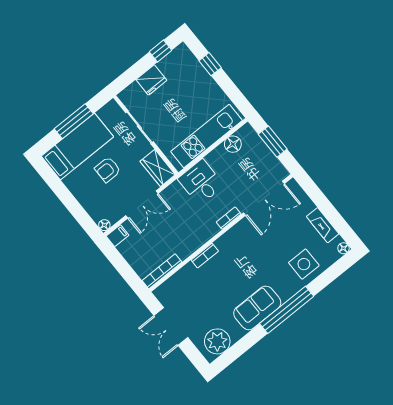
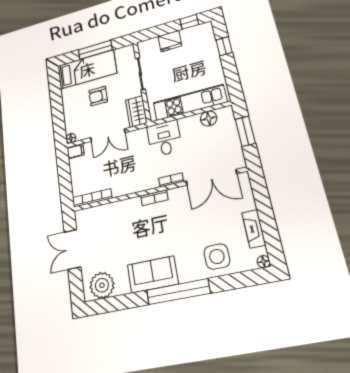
bookcase: (205, 256) -> (154, 198), moved

